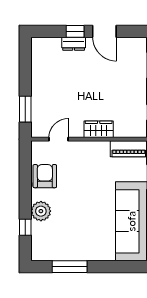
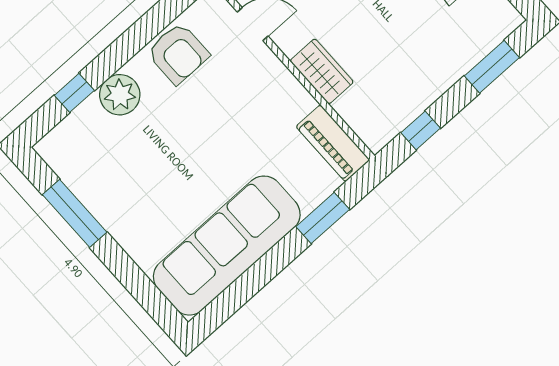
armchair: (45, 176) -> (178, 53), turned 90

